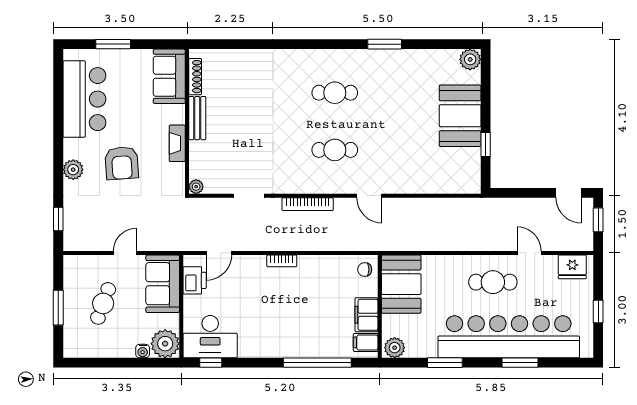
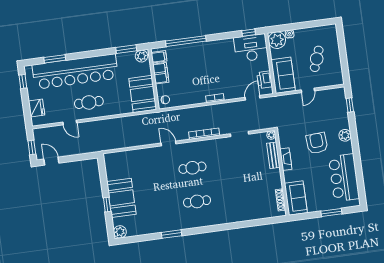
bench: (197, 118) -> (273, 155), moved
window: (486, 144) -> (107, 205), moved
fridge: (572, 267) -> (37, 108), moved, turned 90
window: (58, 308) -> (343, 53), removed
window: (598, 311) -> (23, 82), moved
window: (445, 363) -> (126, 49), moved
window: (520, 363) -> (55, 59), moved

